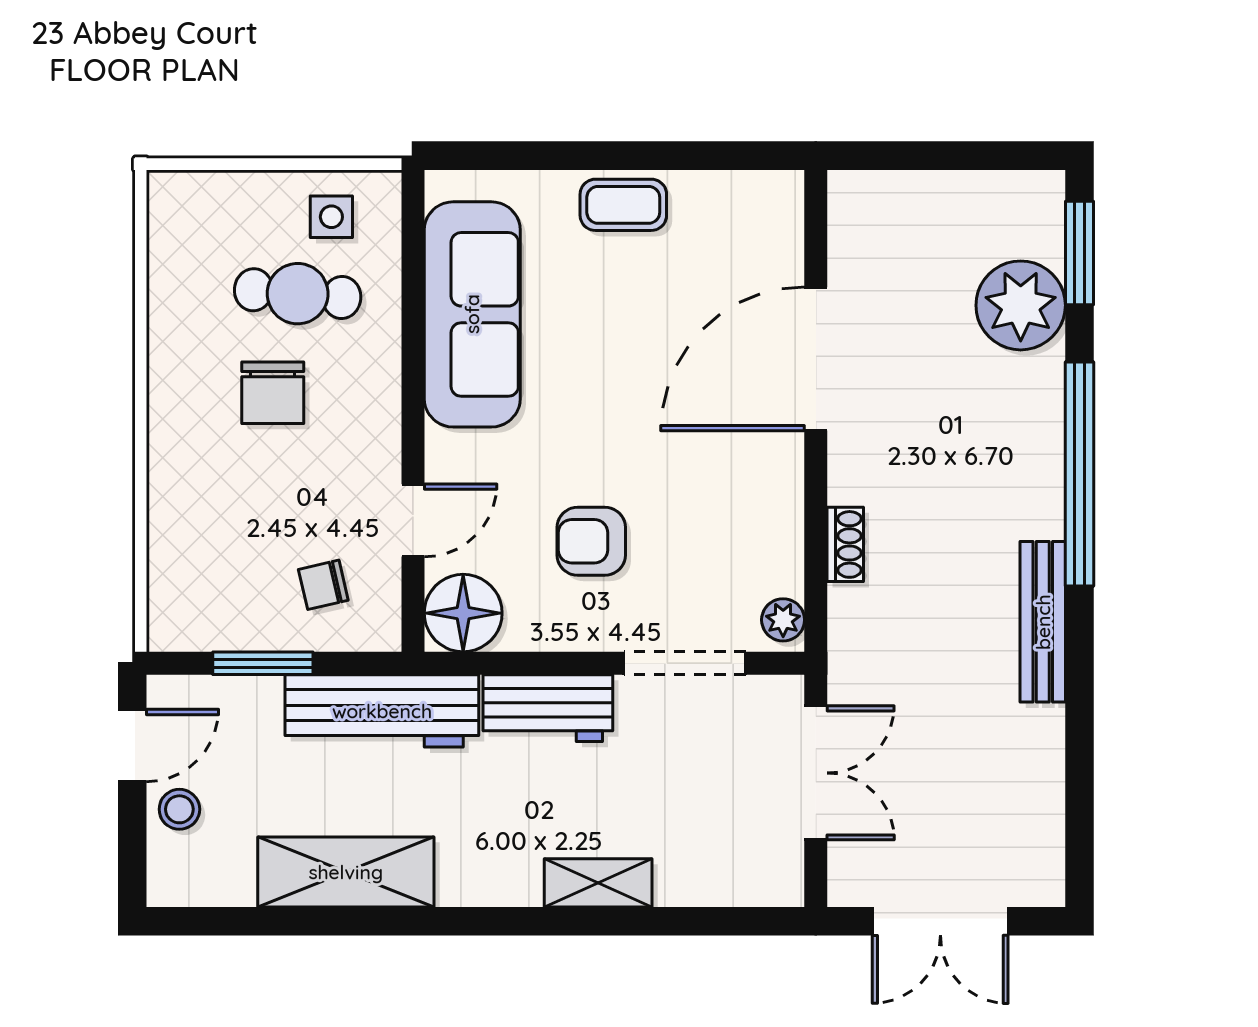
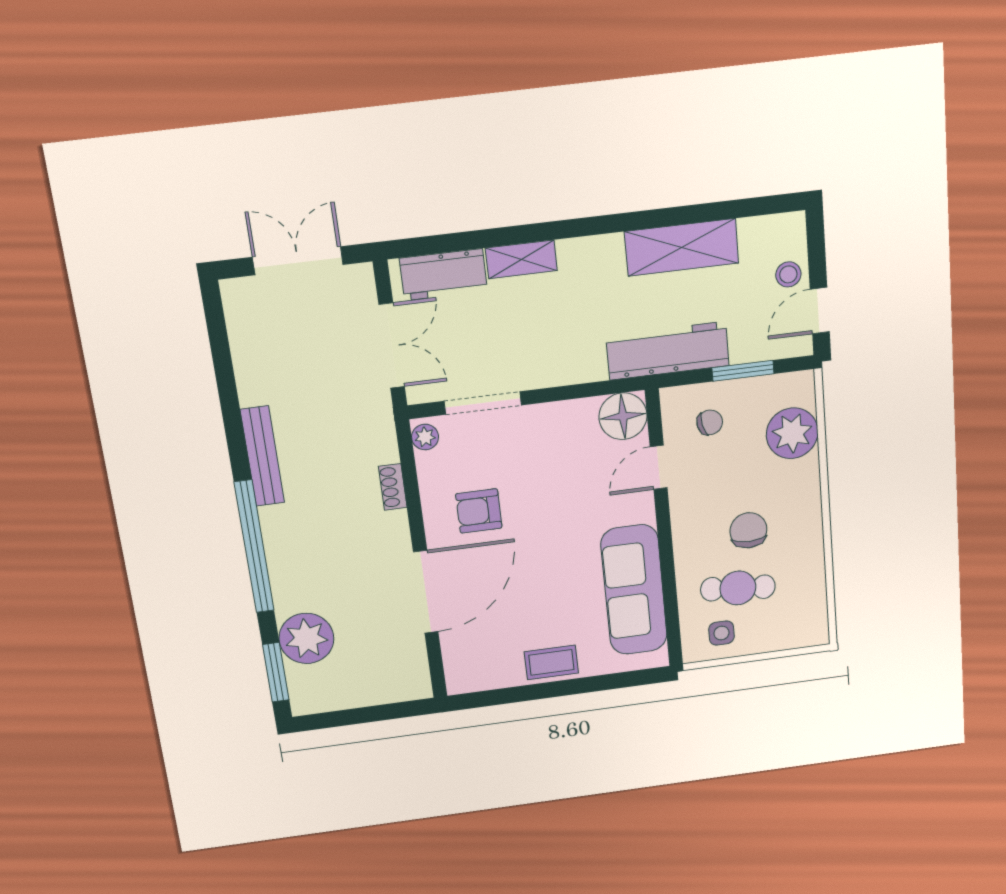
armchair: (591, 541) -> (479, 511), moved, turned 180
plant: (189, 549) -> (792, 433), added
workbench: (548, 708) -> (443, 275), moved, turned 180
double door: (816, 773) -> (392, 346), swing flipped

